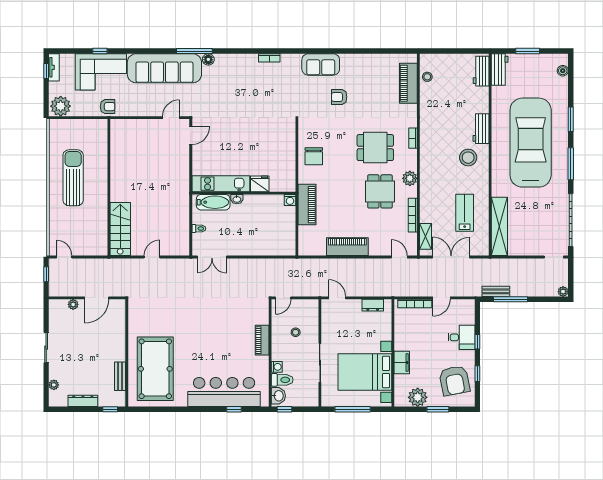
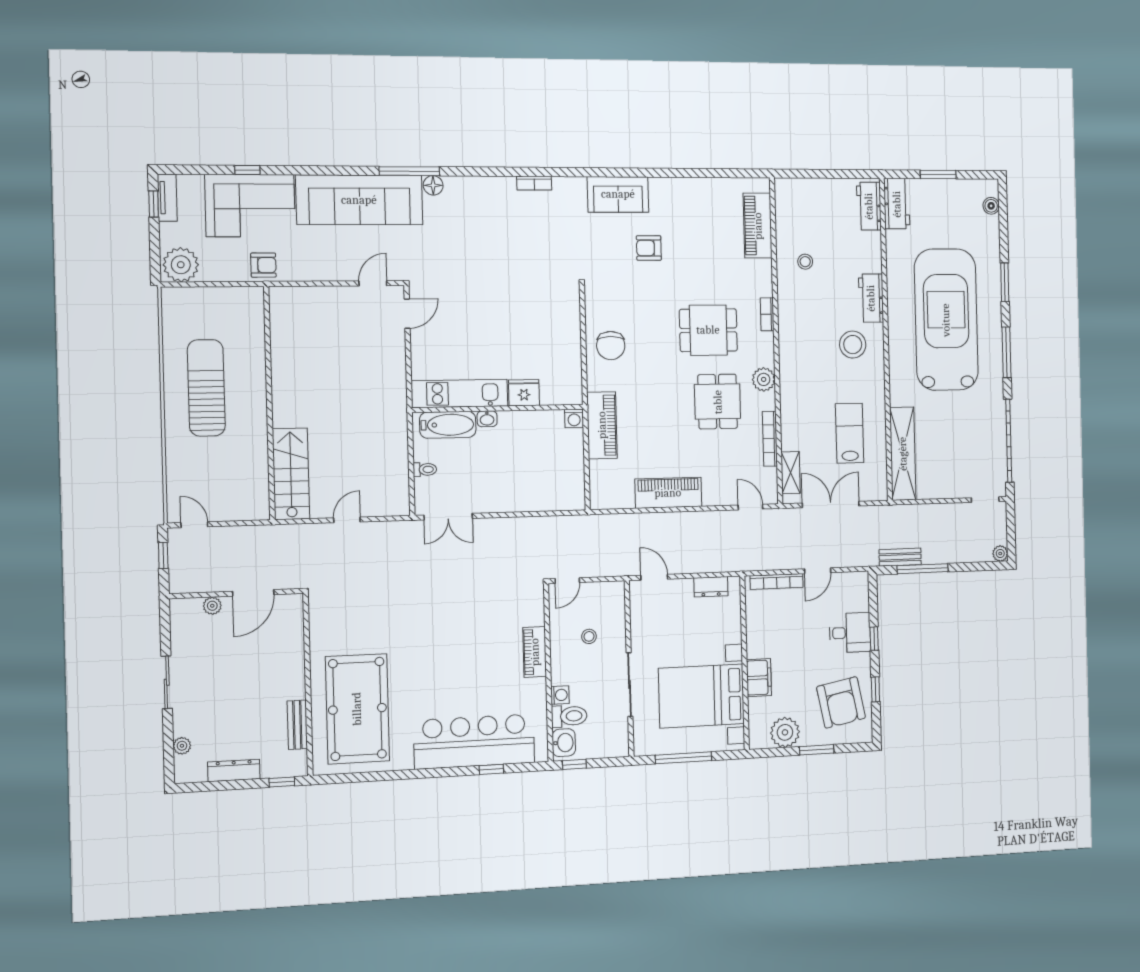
stool: (427, 77) -> (805, 262), moved

